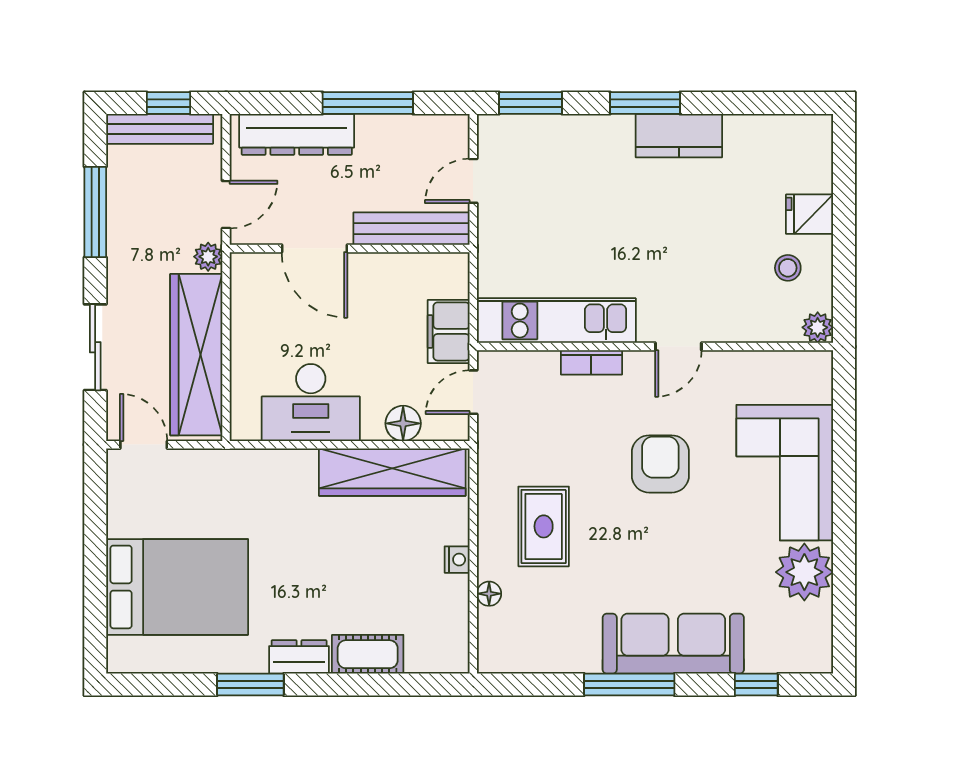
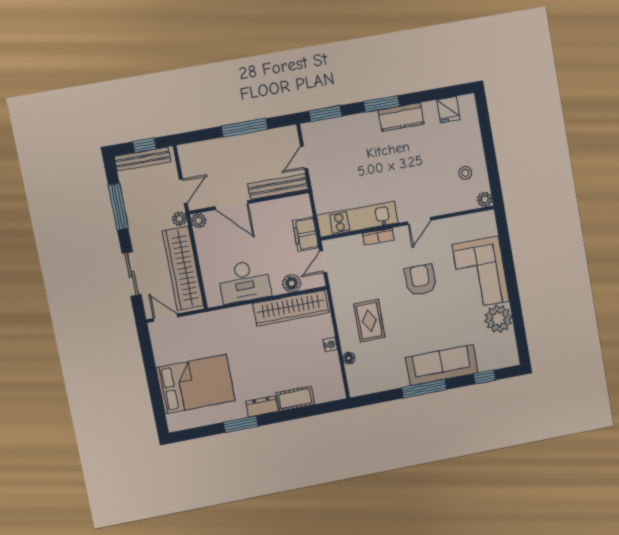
dresser: (297, 134) -> (212, 150), removed
fridge: (810, 214) -> (448, 110), moved, turned -90
plant: (245, 267) -> (199, 221), added

